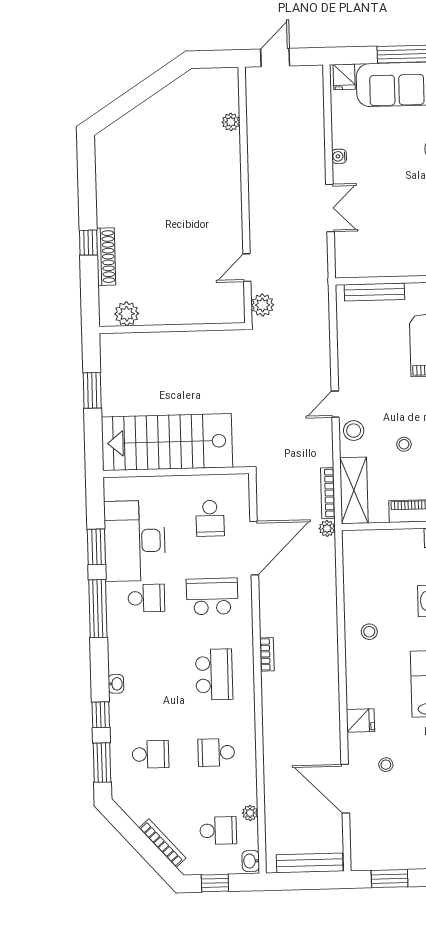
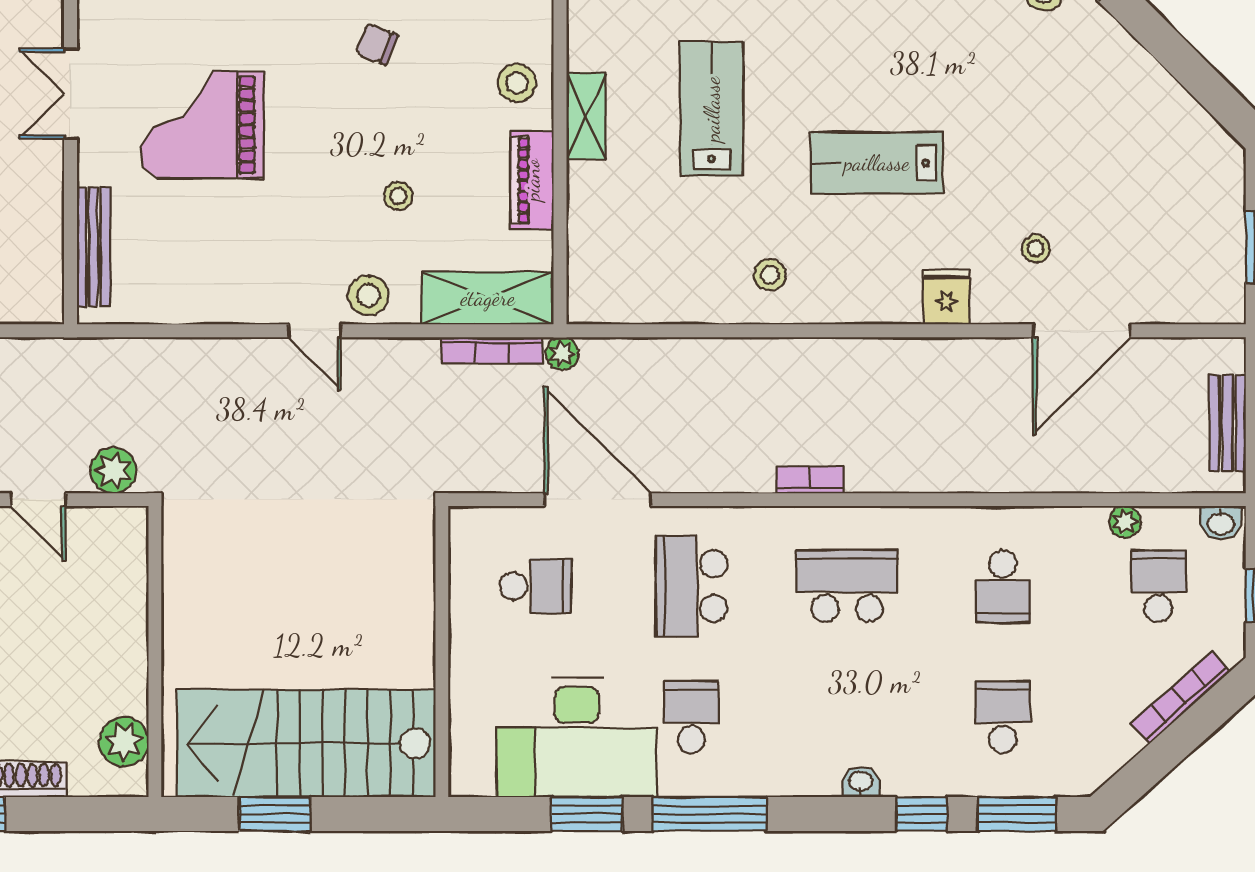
stairs: (167, 442) -> (306, 743), moved, turned 90
bench: (310, 863) -> (1228, 423), width x0.73

